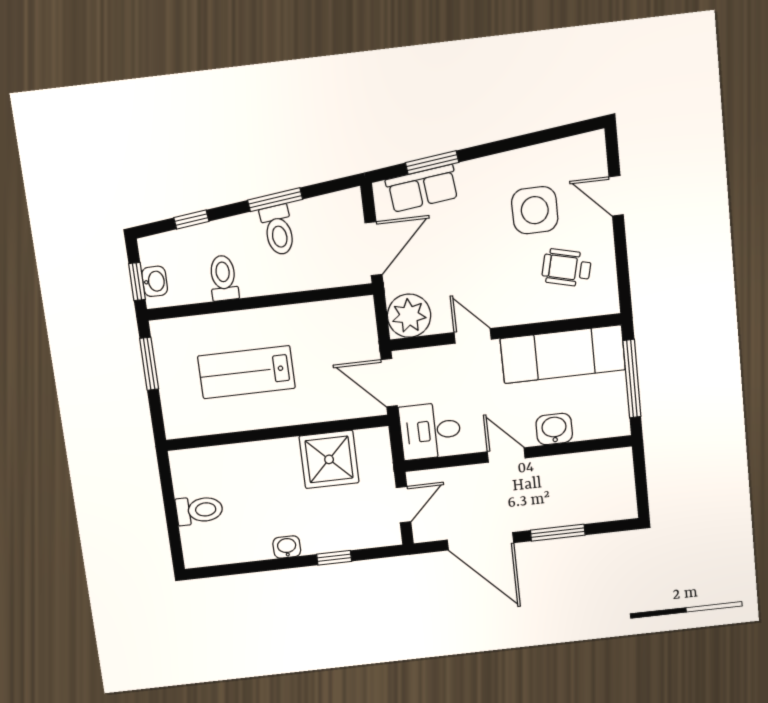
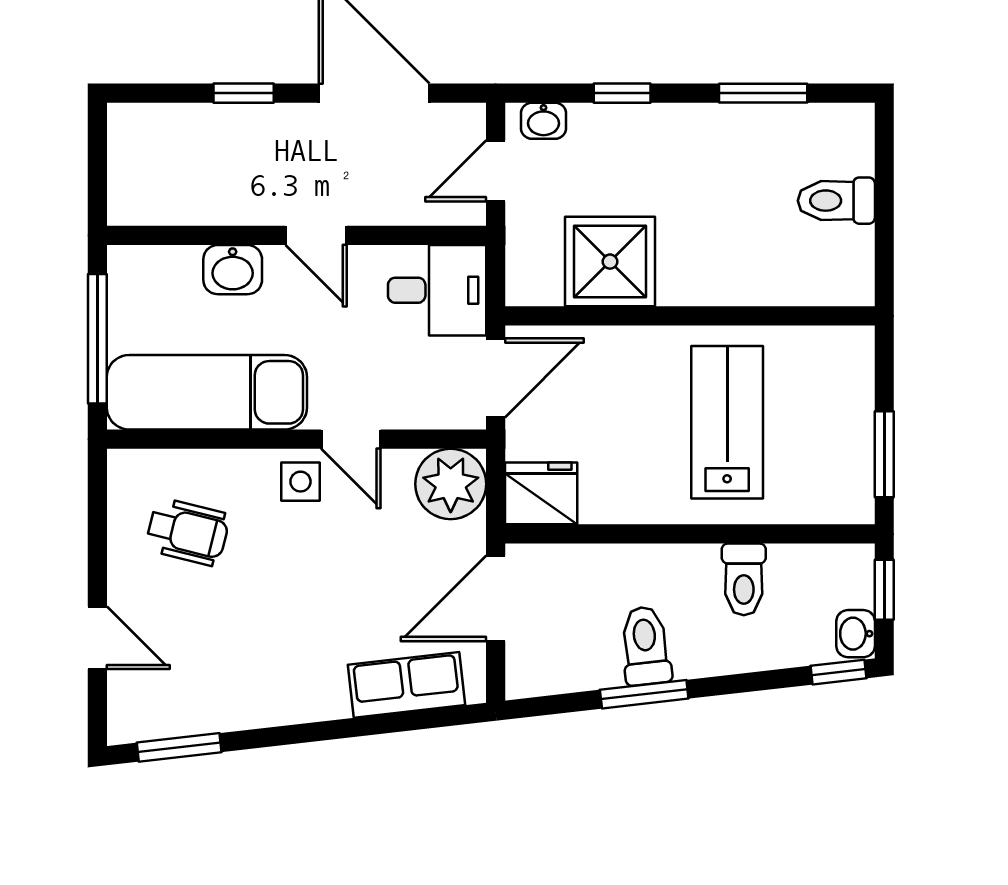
window: (432, 163) -> (179, 747), moved
side table: (535, 210) -> (300, 482), moved, width x0.54, depth x0.54
window: (191, 220) -> (839, 672), moved
washbasin: (155, 281) -> (856, 634), moved
fridge: (353, 316) -> (541, 493), added
lab bench: (246, 372) -> (727, 422), turned -90
door: (389, 383) -> (496, 378), hinge flipped
window: (558, 533) -> (244, 93), width x0.67
washbasin: (287, 547) -> (544, 121), moved
window: (251, 567) -> (763, 93), added

